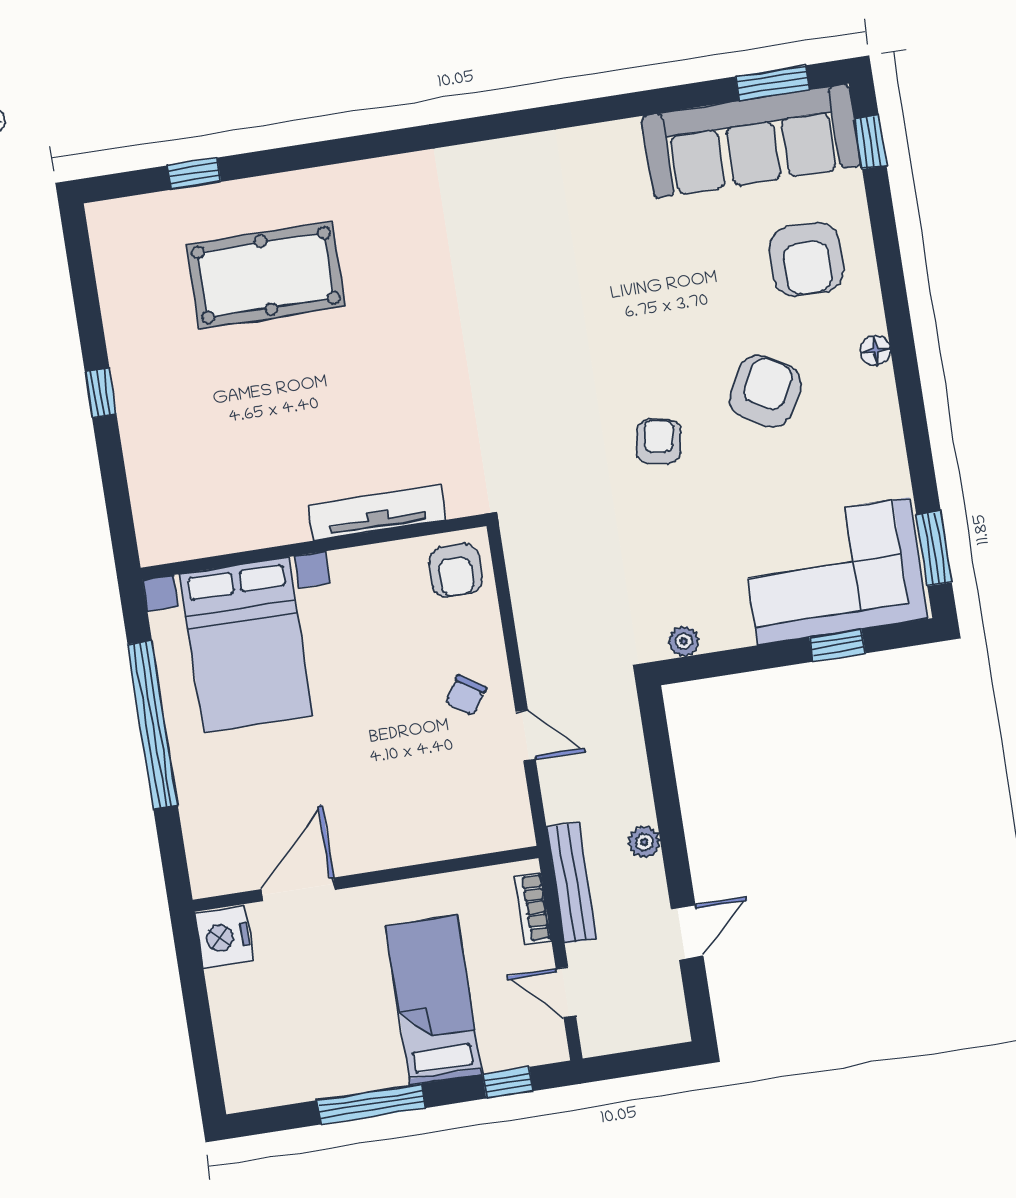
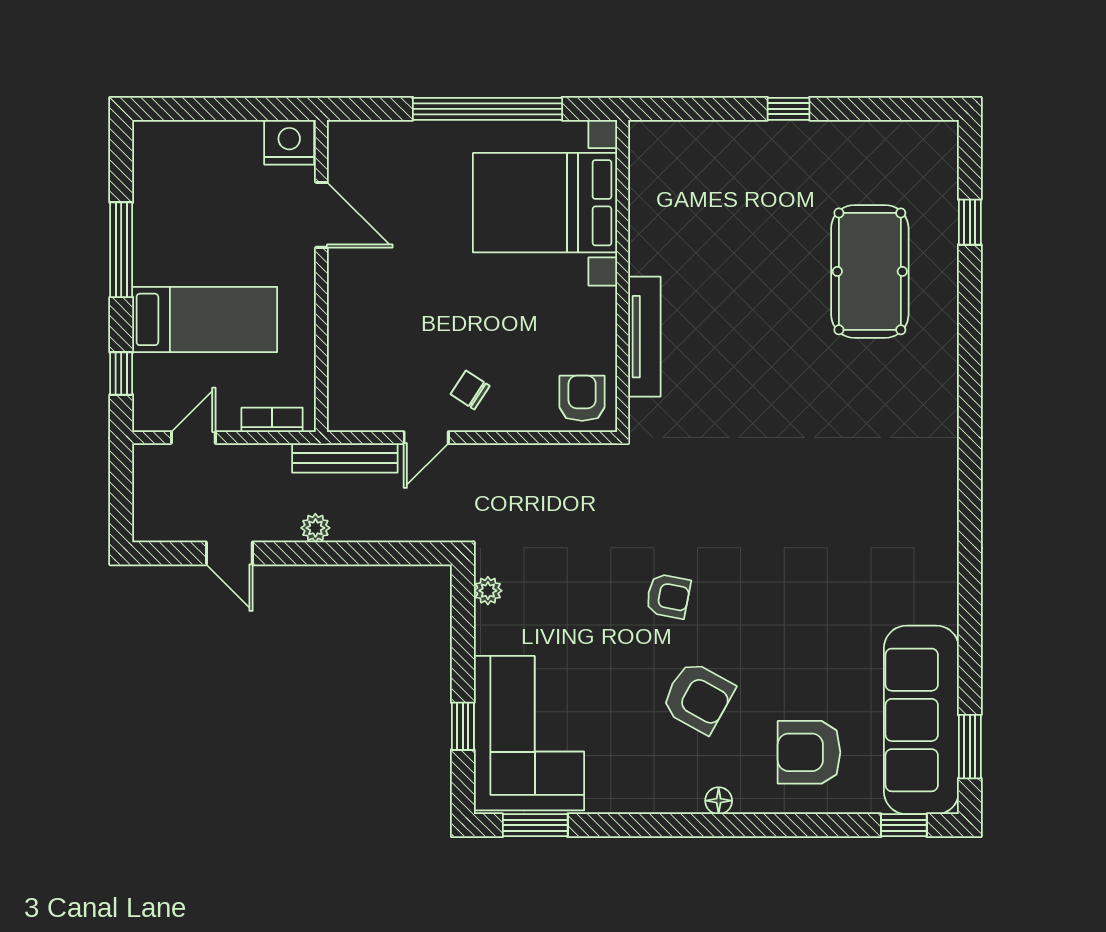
armchair: (455, 571) -> (582, 398), turned 90
bench: (572, 883) -> (345, 458), moved

